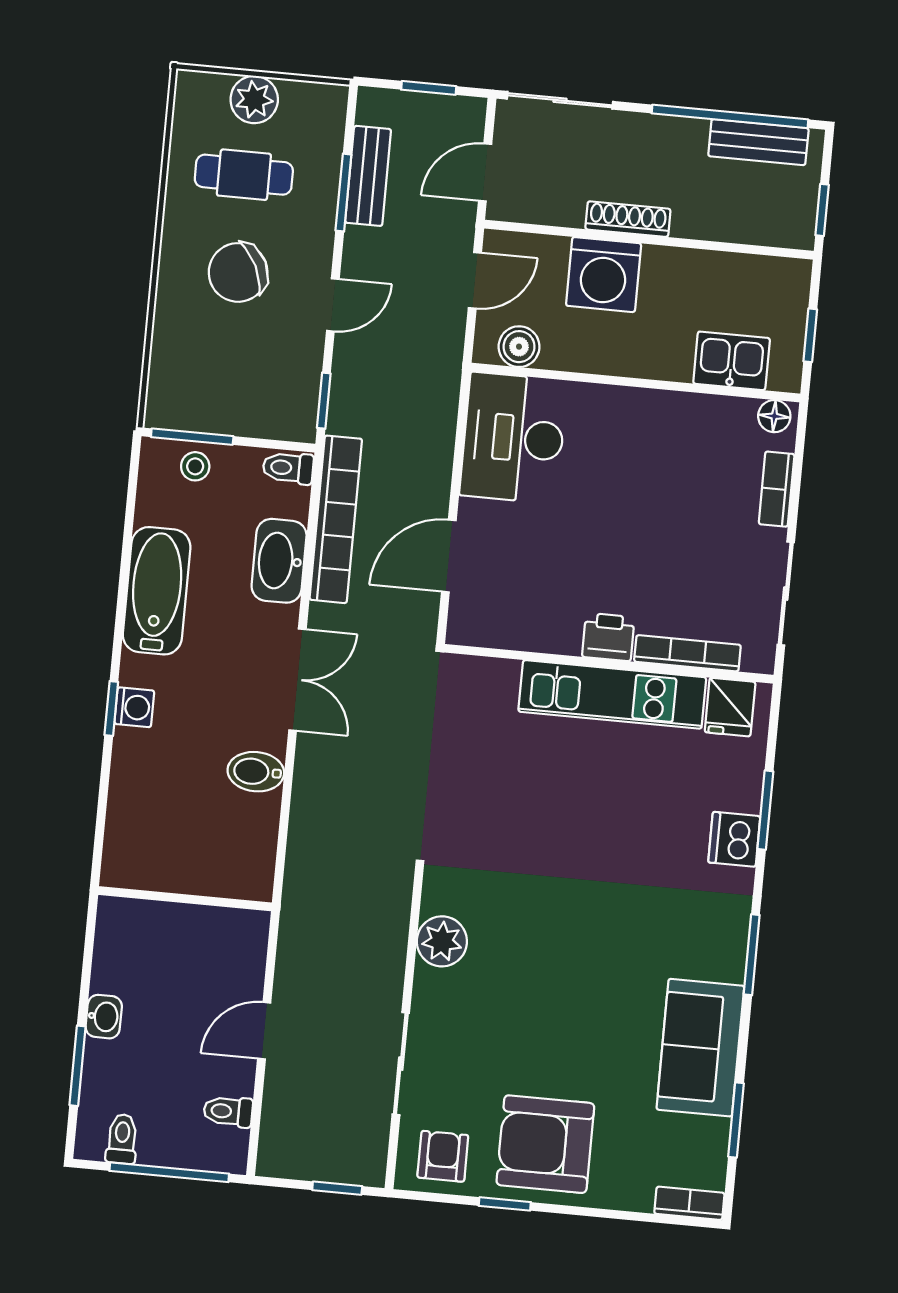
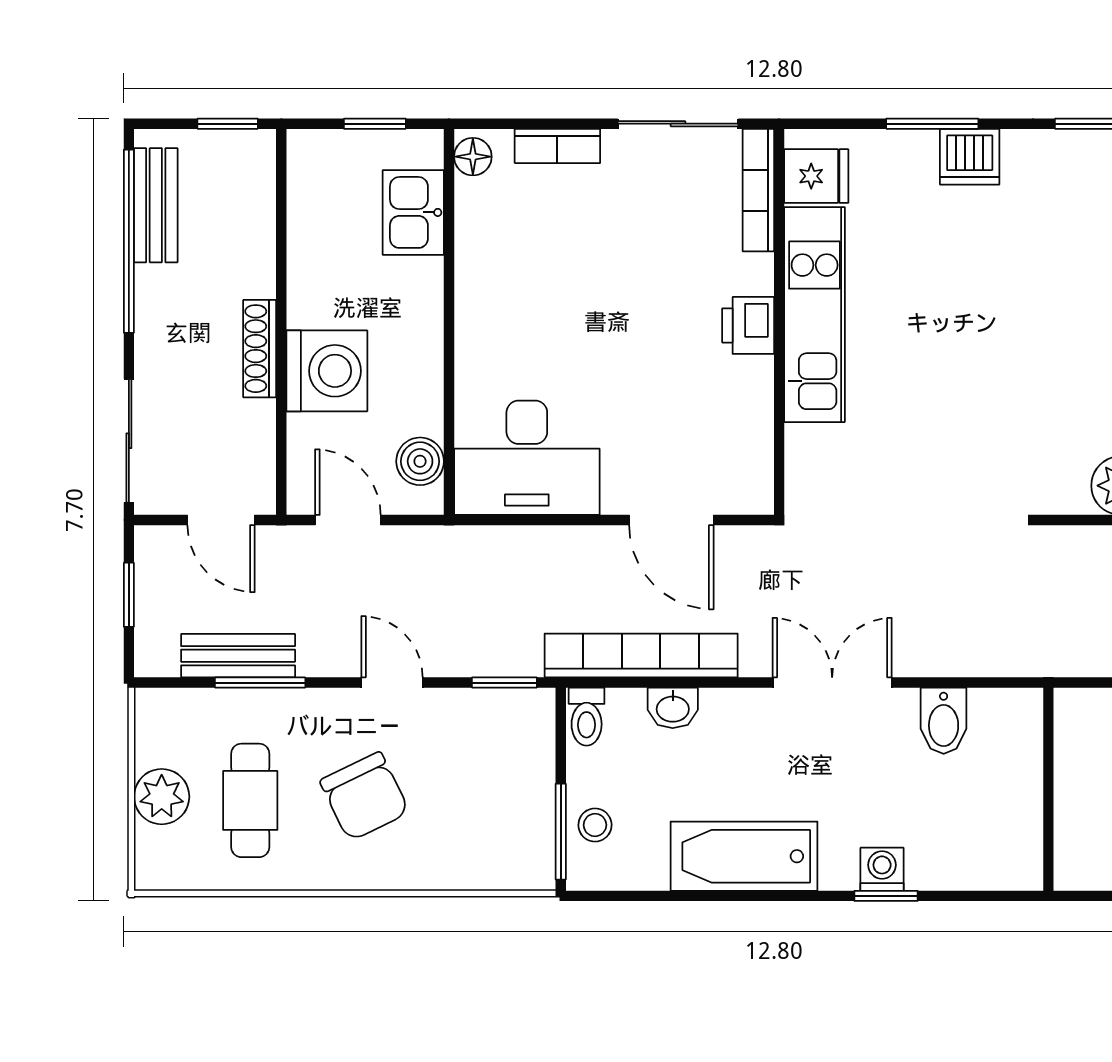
washbasin: (279, 561) -> (673, 708), width x0.52, depth x0.69
bookcase: (687, 653) -> (758, 190), moved
wall: (185, 899) -> (1048, 789), moved

